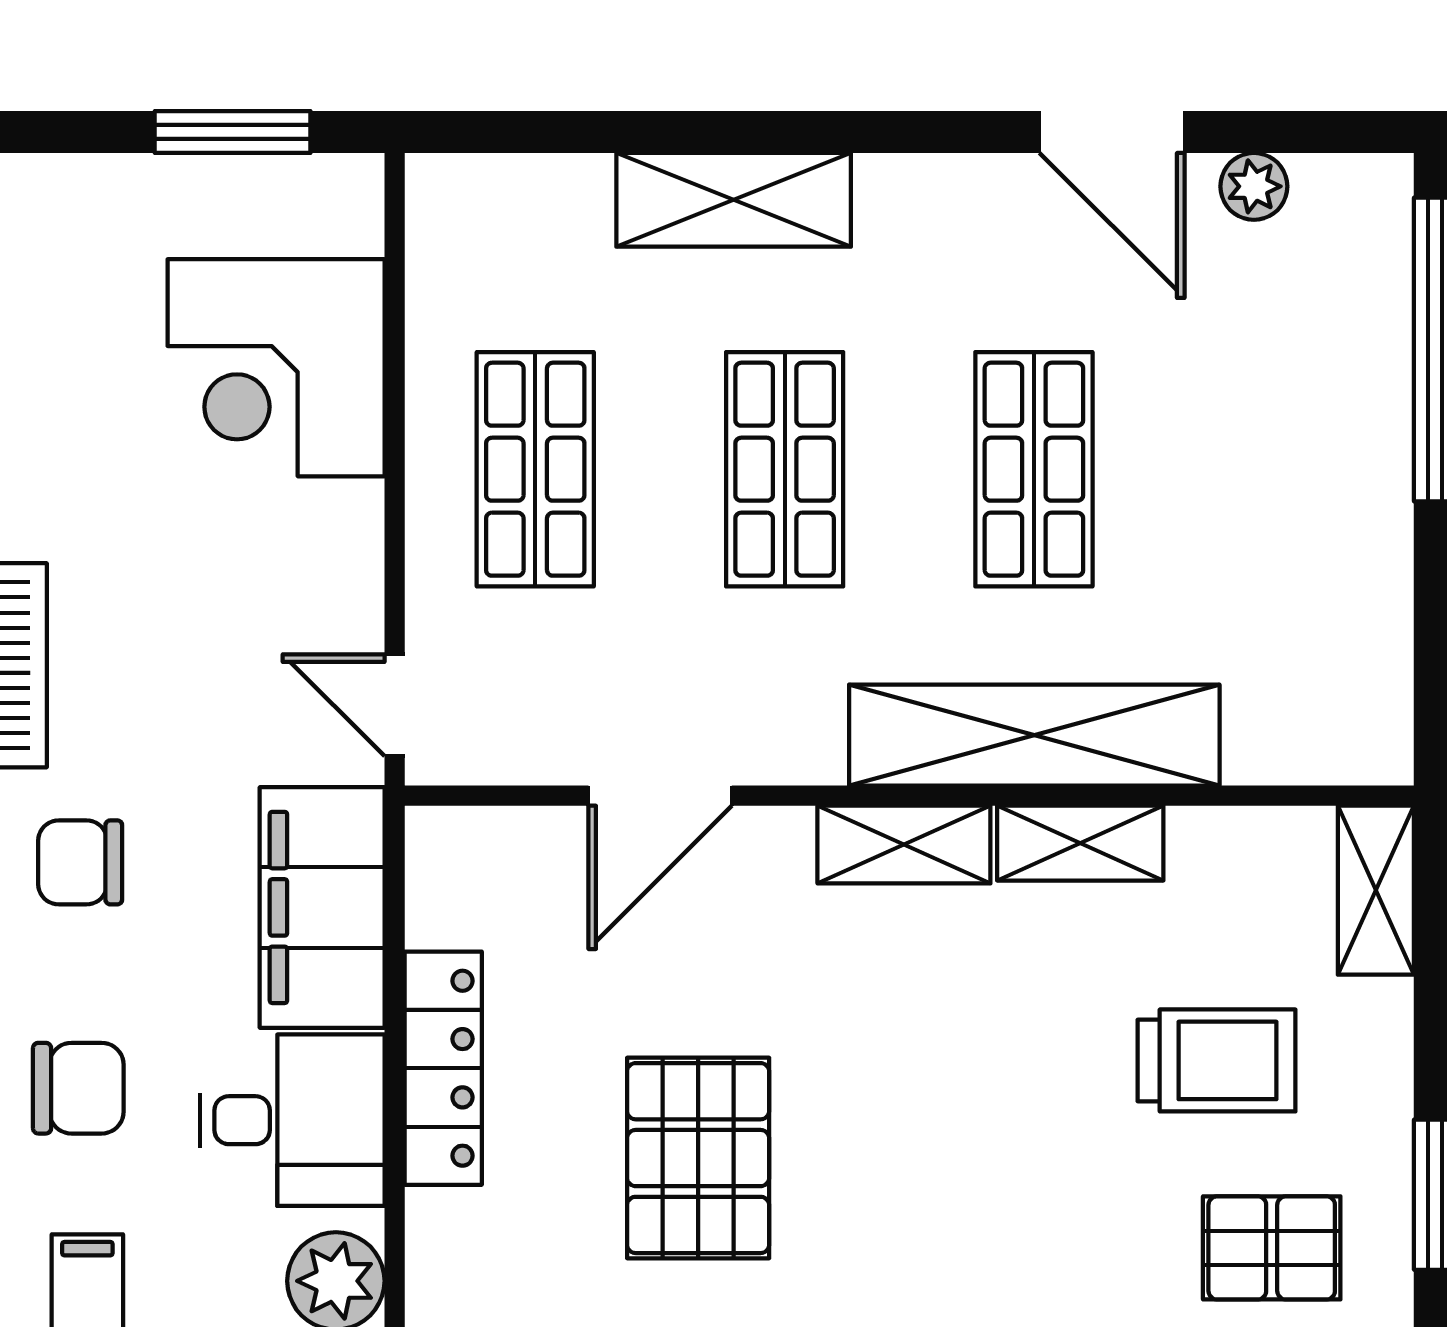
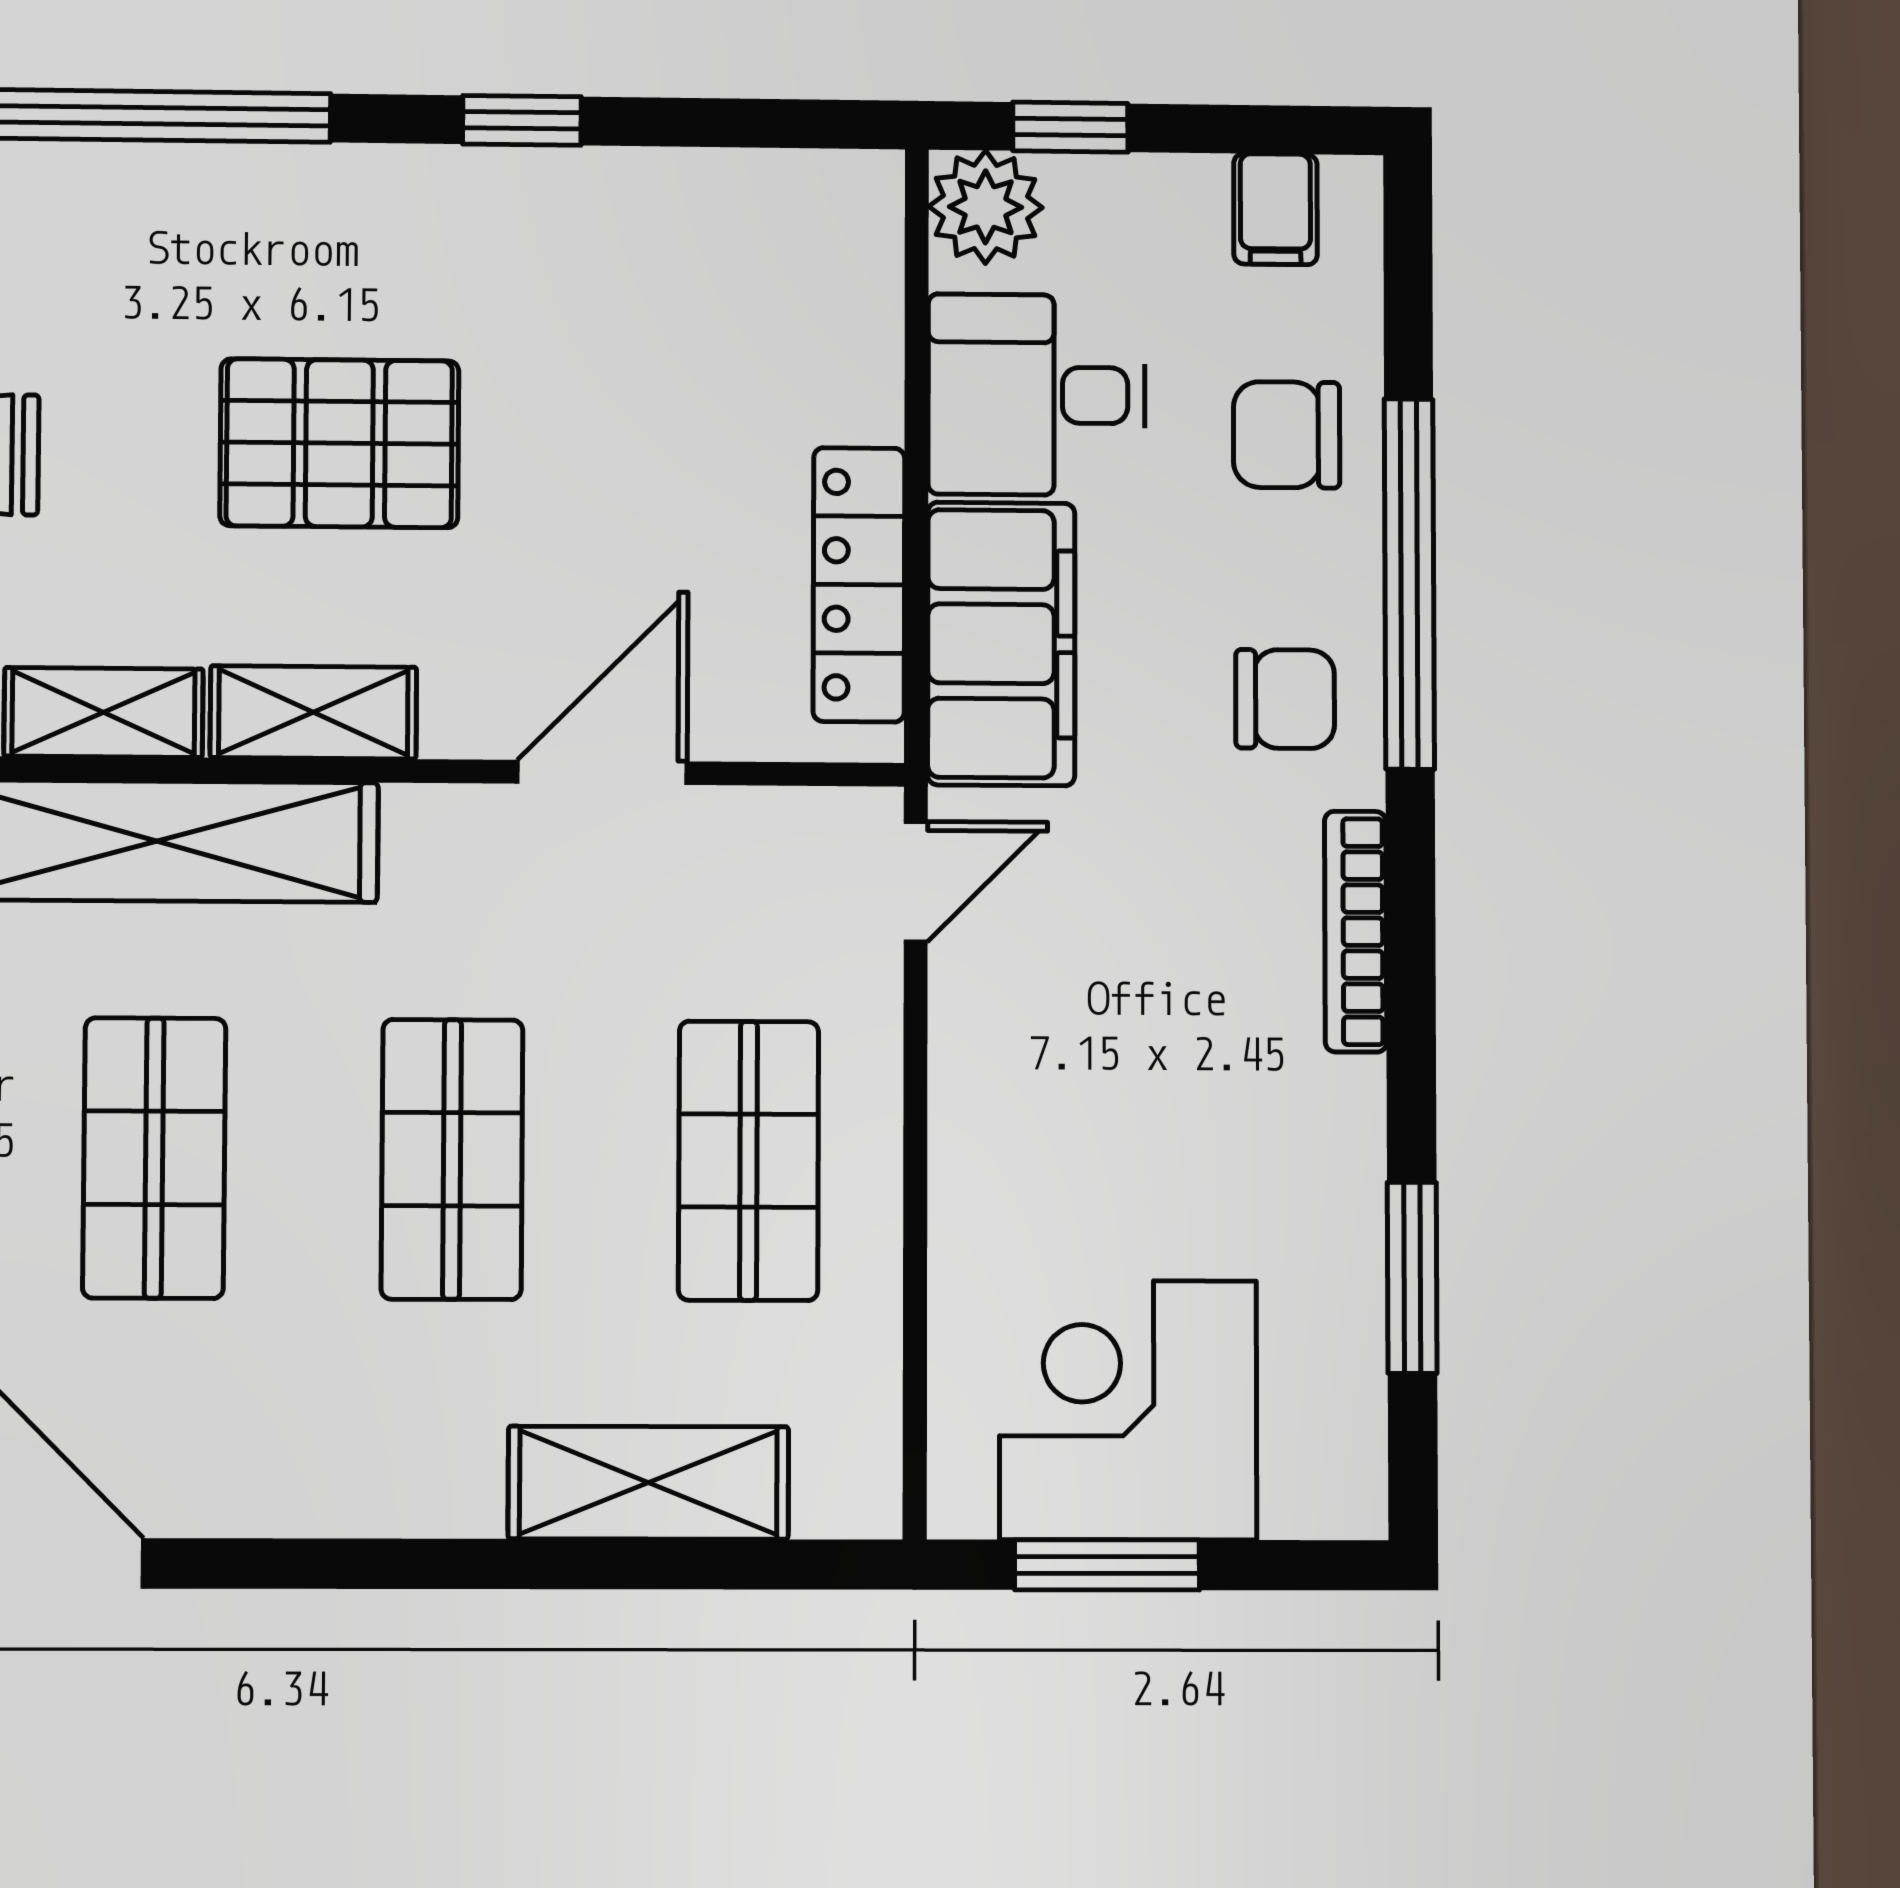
shelving: (734, 200) -> (648, 1483), moved
corner desk: (276, 368) -> (1128, 1410), moved, turned -90
door: (395, 705) -> (916, 882), hinge flipped
locker: (443, 1068) -> (859, 585), moved
pallet: (698, 1158) -> (339, 443), moved, turned 90

